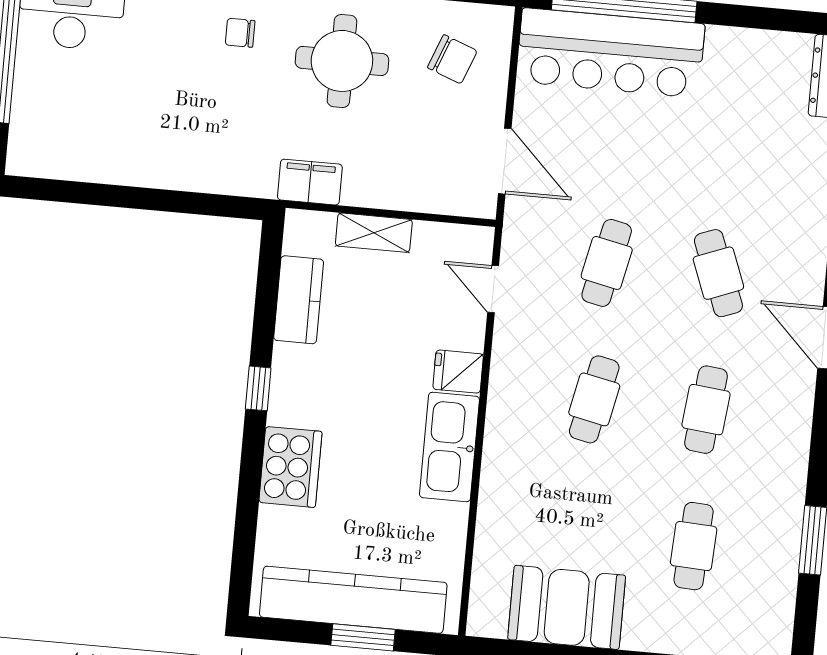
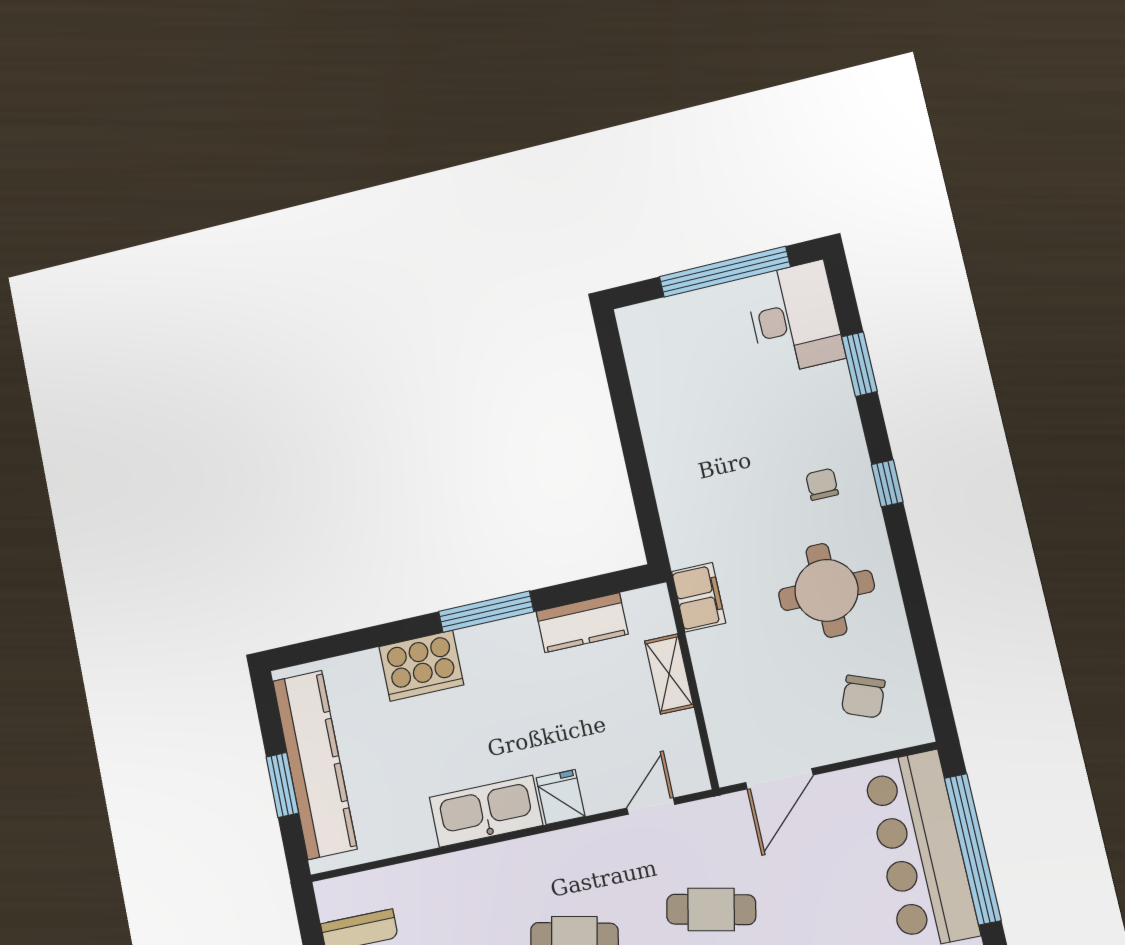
window: (258, 388) -> (486, 612), width x2.17

